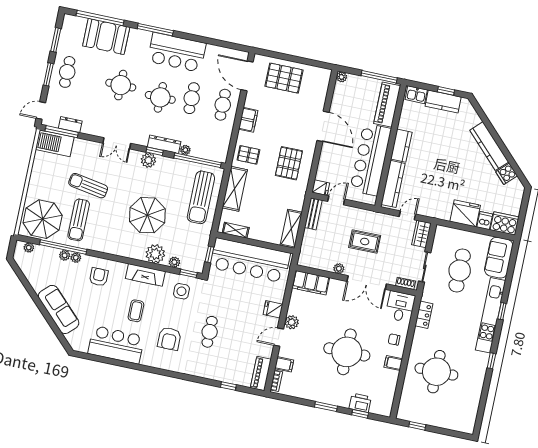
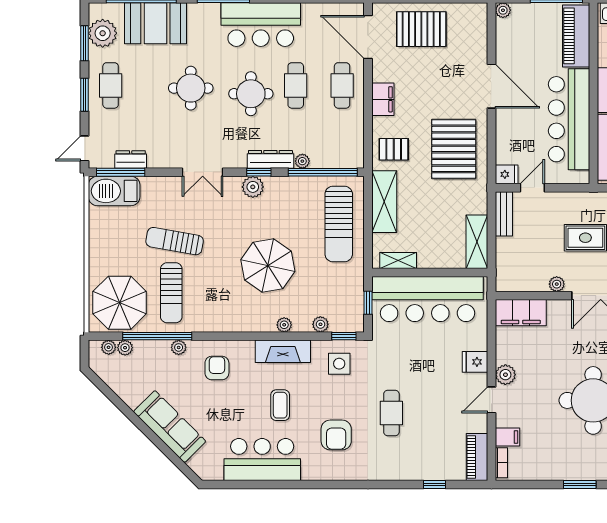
plant: (69, 36) -> (103, 33), added
pallet: (289, 163) -> (454, 149), width x1.37, depth x1.41
plant: (155, 254) -> (284, 325), width x0.53, depth x0.53
plant: (65, 255) -> (125, 348), moved

